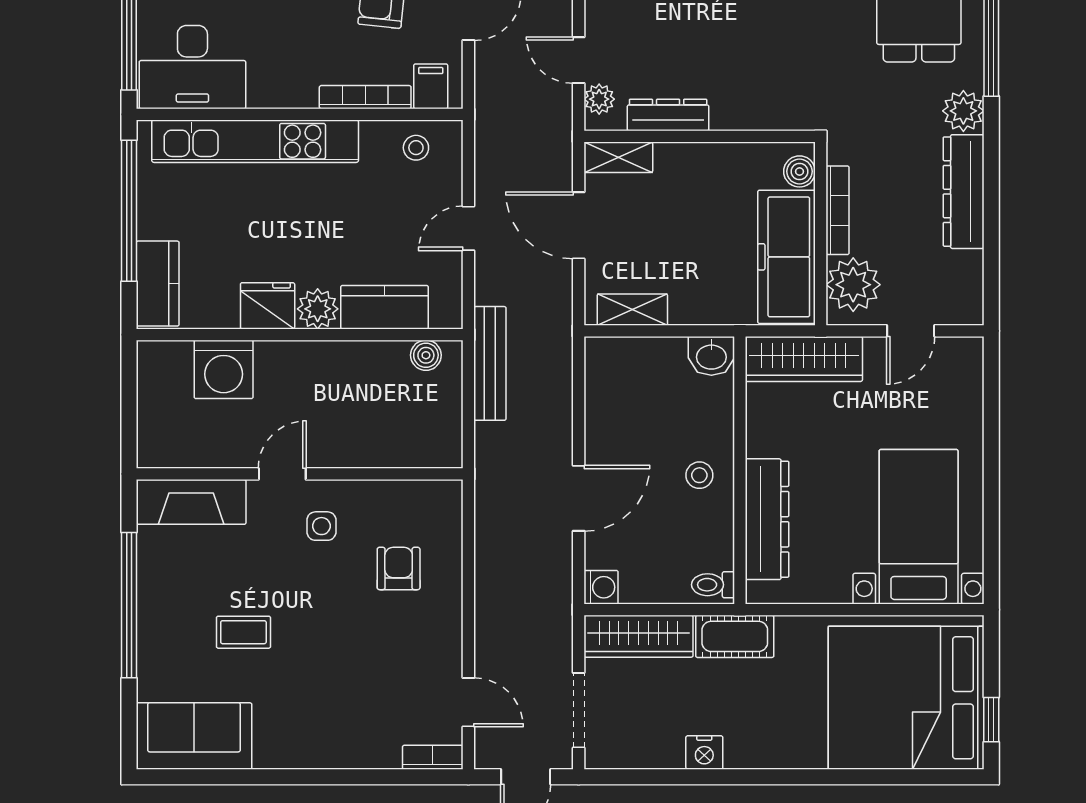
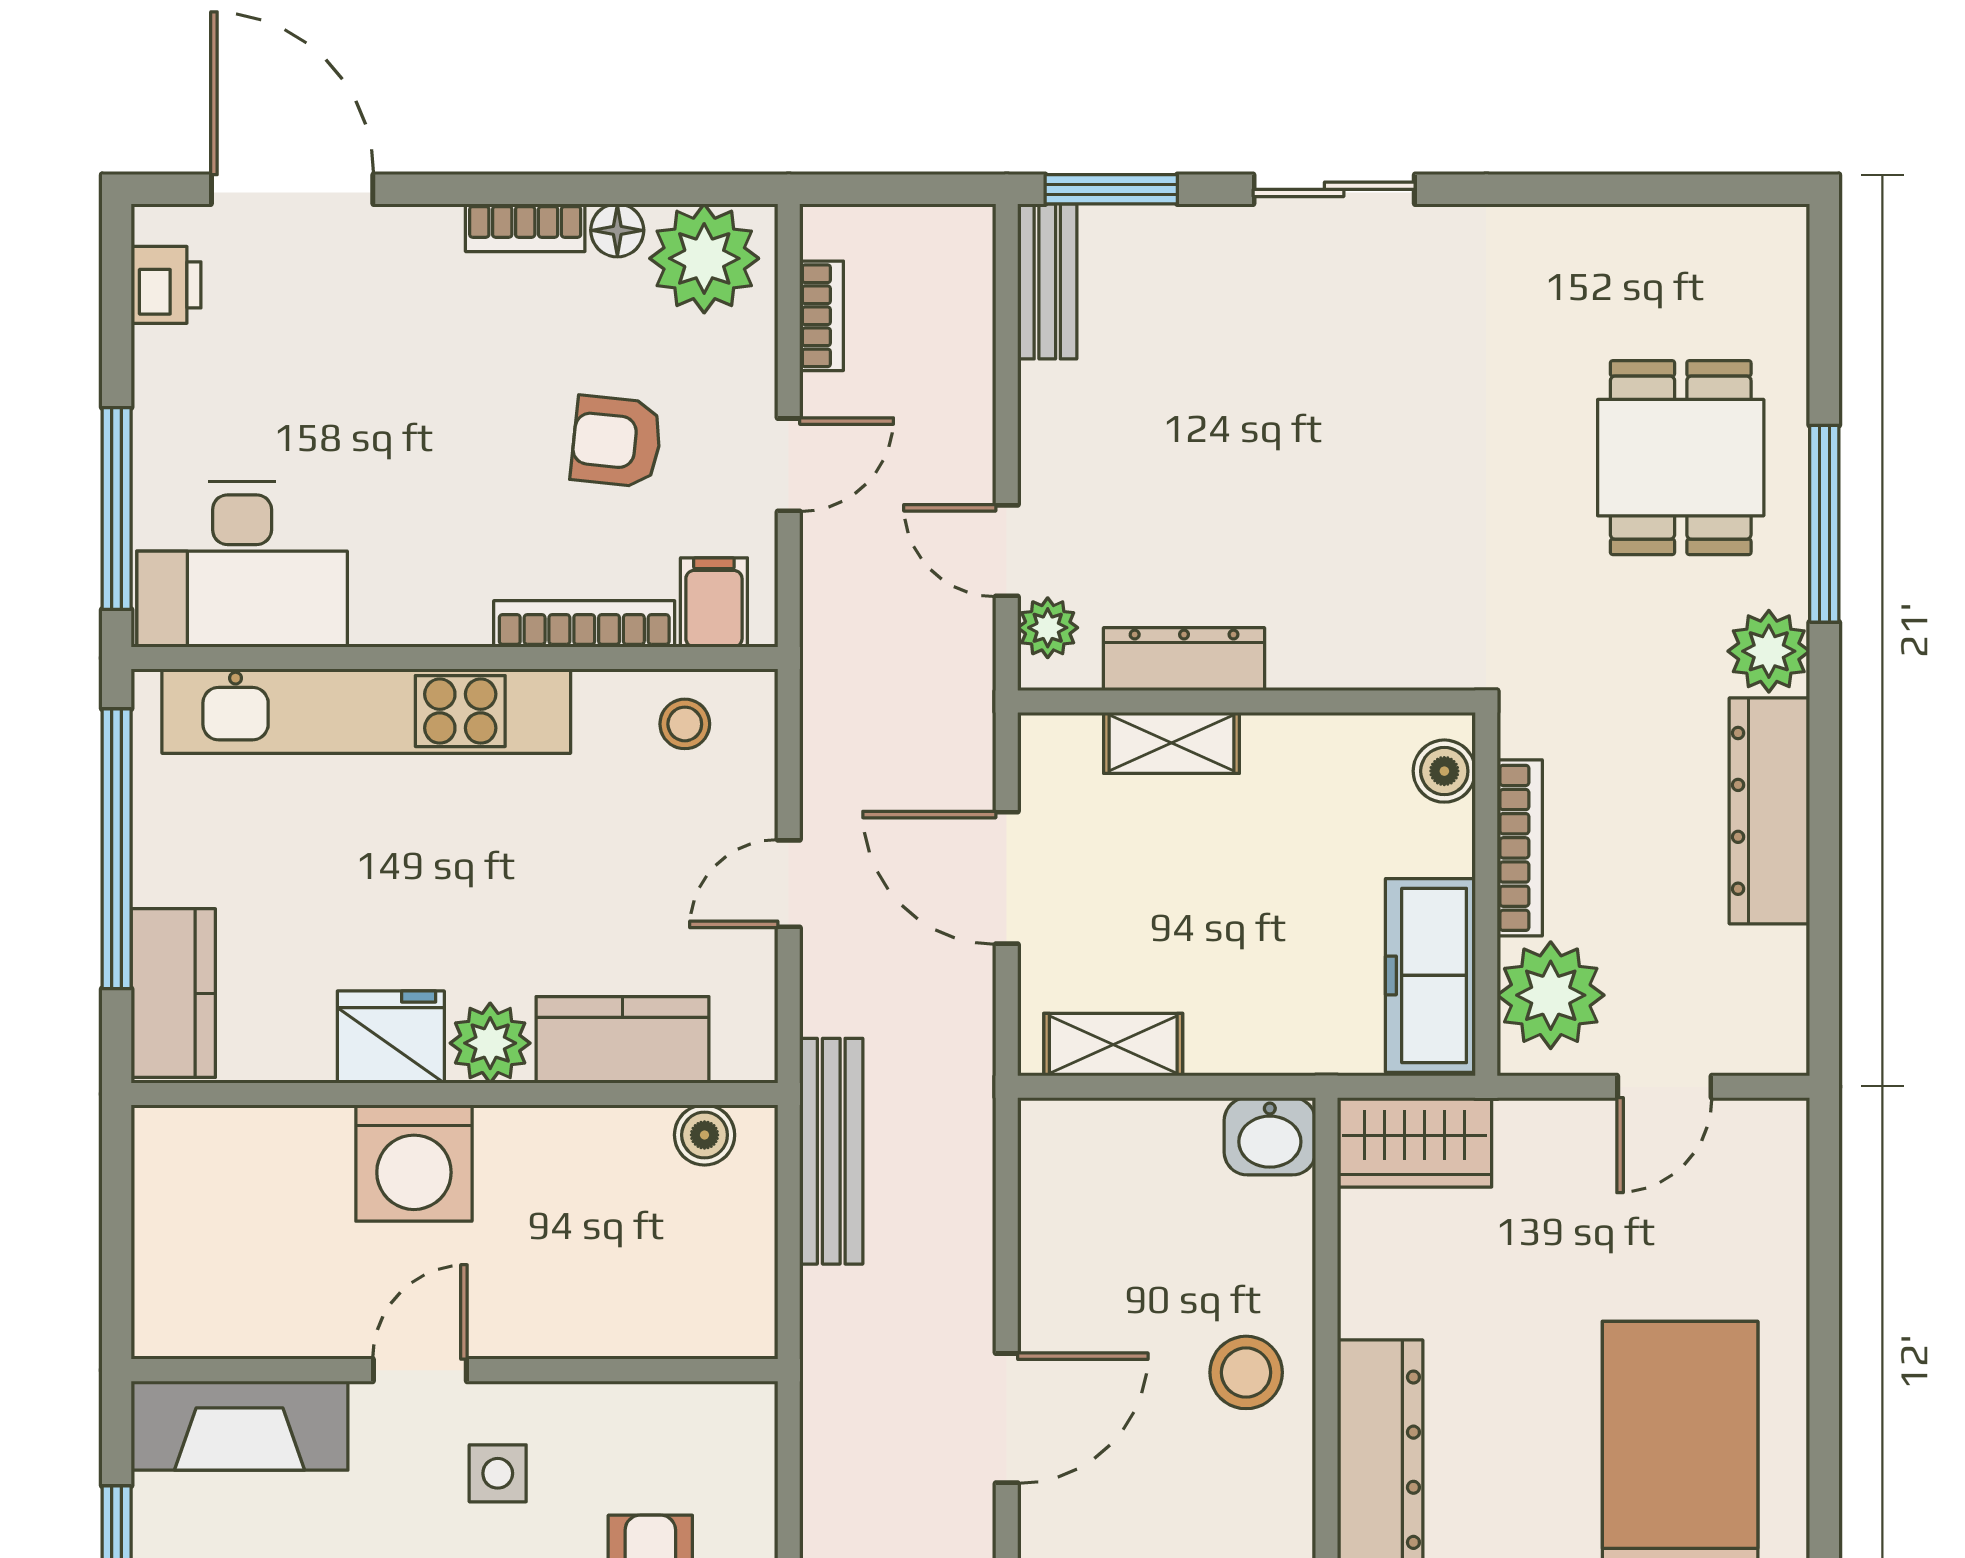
shelving: (618, 157) -> (1172, 743), moved
freezer: (787, 257) -> (1430, 975), width x0.73, depth x0.79
wardrobe: (804, 359) -> (1414, 1142), width x0.67
washing machine: (224, 369) -> (414, 1163), moved
stool: (699, 475) -> (1246, 1372), width x1.37, depth x1.37

